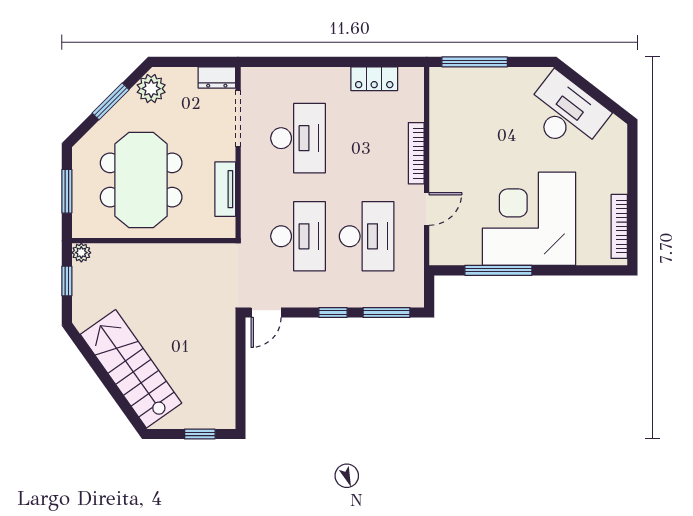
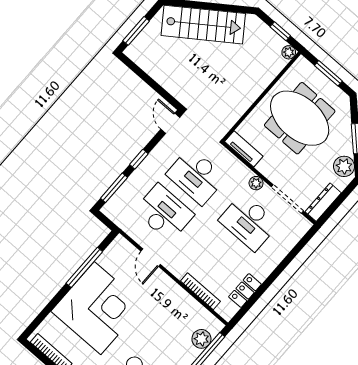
dresser: (217, 77) -> (323, 202), width x1.44
plant: (466, 80) -> (201, 339), added
bookcase: (416, 153) -> (200, 291), moved
plant: (250, 166) -> (256, 183), added
tv unit: (225, 189) -> (244, 149), moved
desk: (367, 236) -> (164, 213), turned 180
window: (200, 434) -> (136, 31), width x1.50

